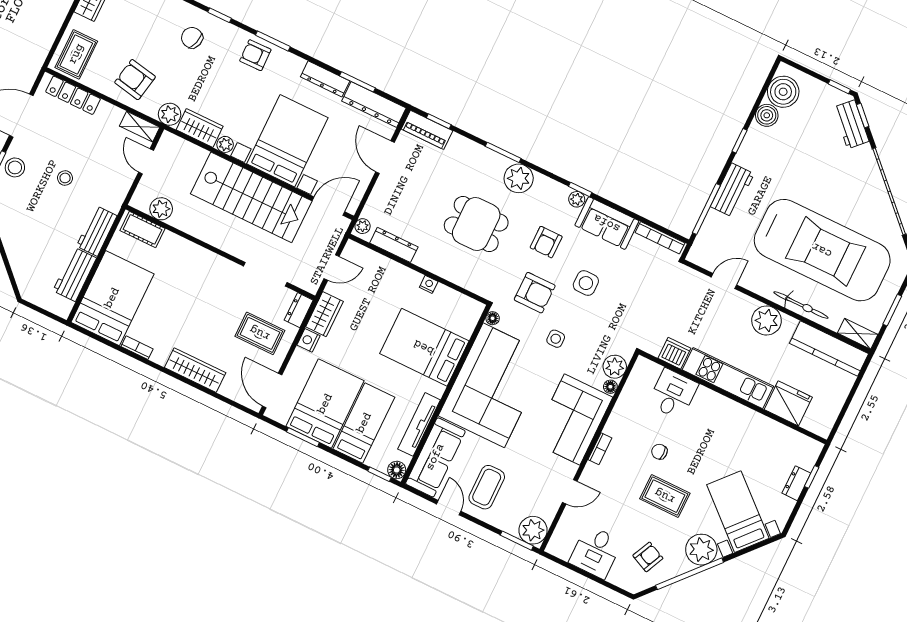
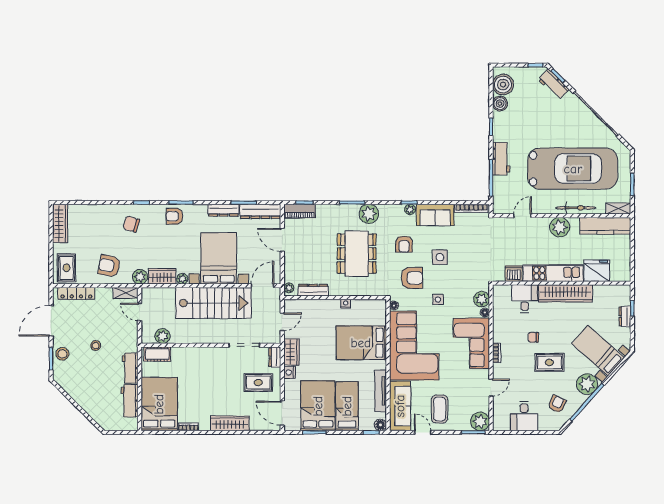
dining table: (476, 224) -> (357, 254), width x1.38
wardrobe: (731, 413) -> (565, 293), added

